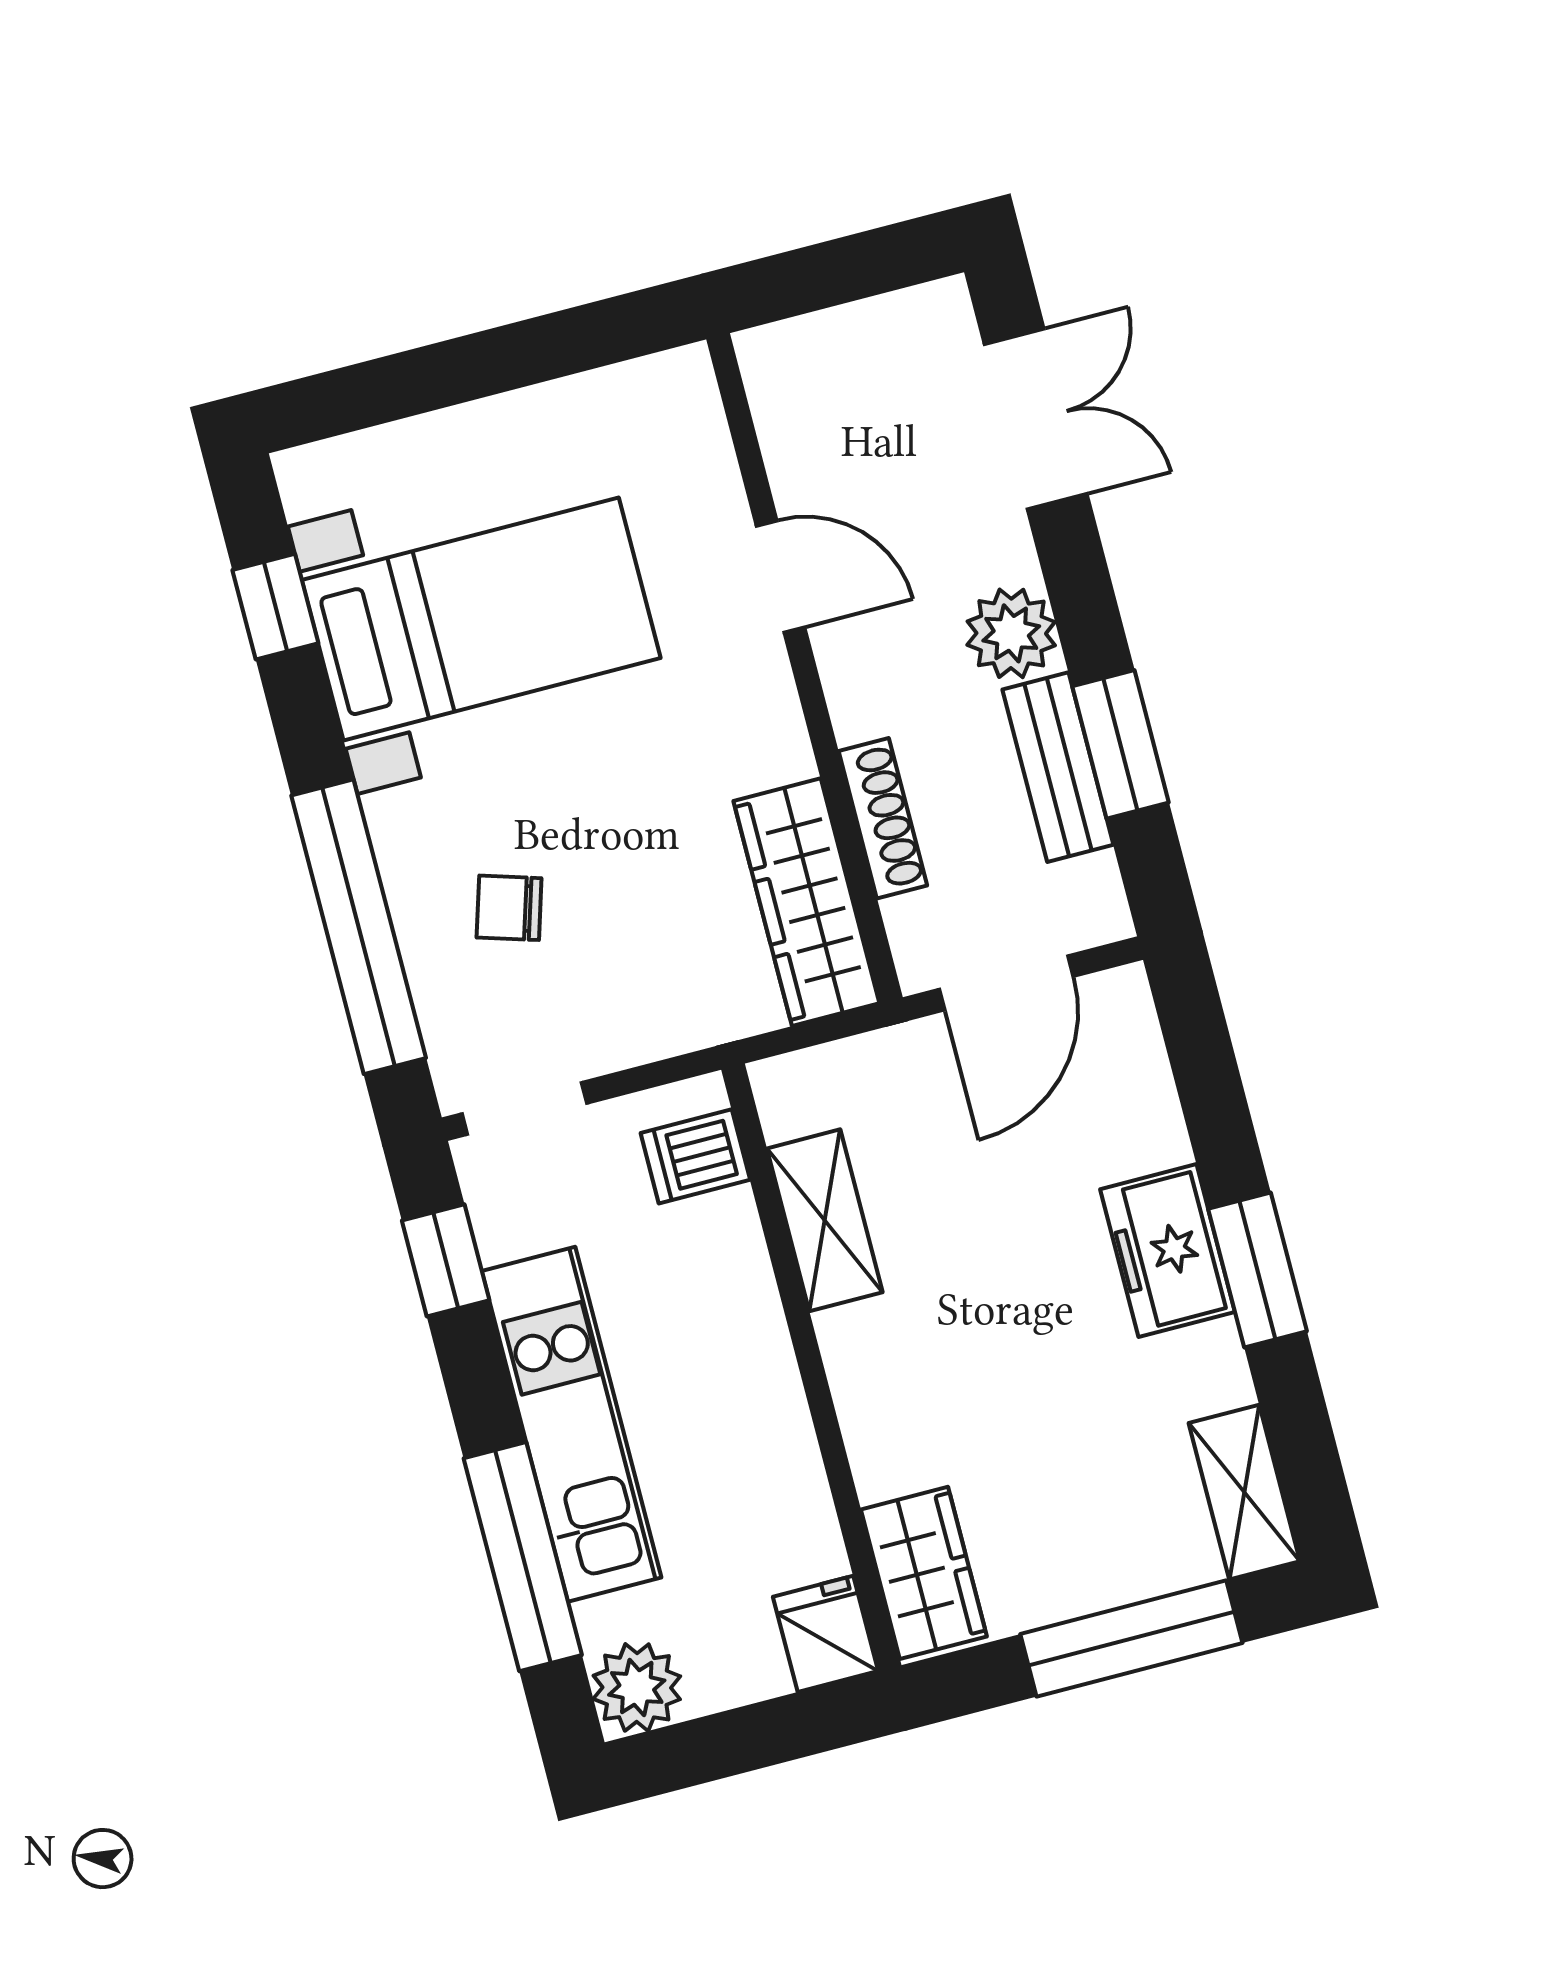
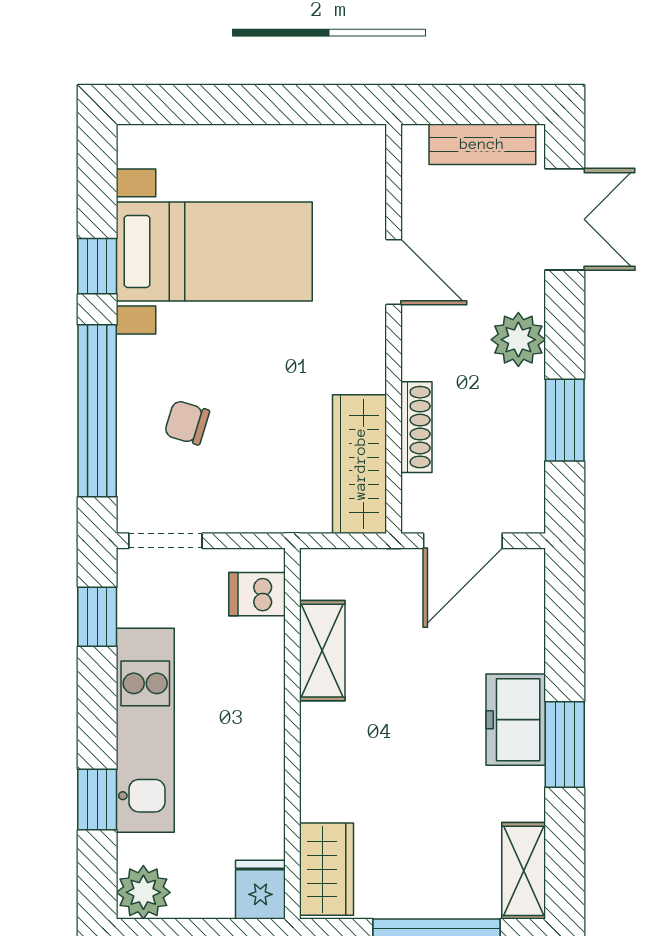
window: (275, 607) -> (97, 266), moved
bench: (1058, 767) -> (482, 144), moved, turned 90
window: (523, 1557) -> (97, 799), width x0.46

